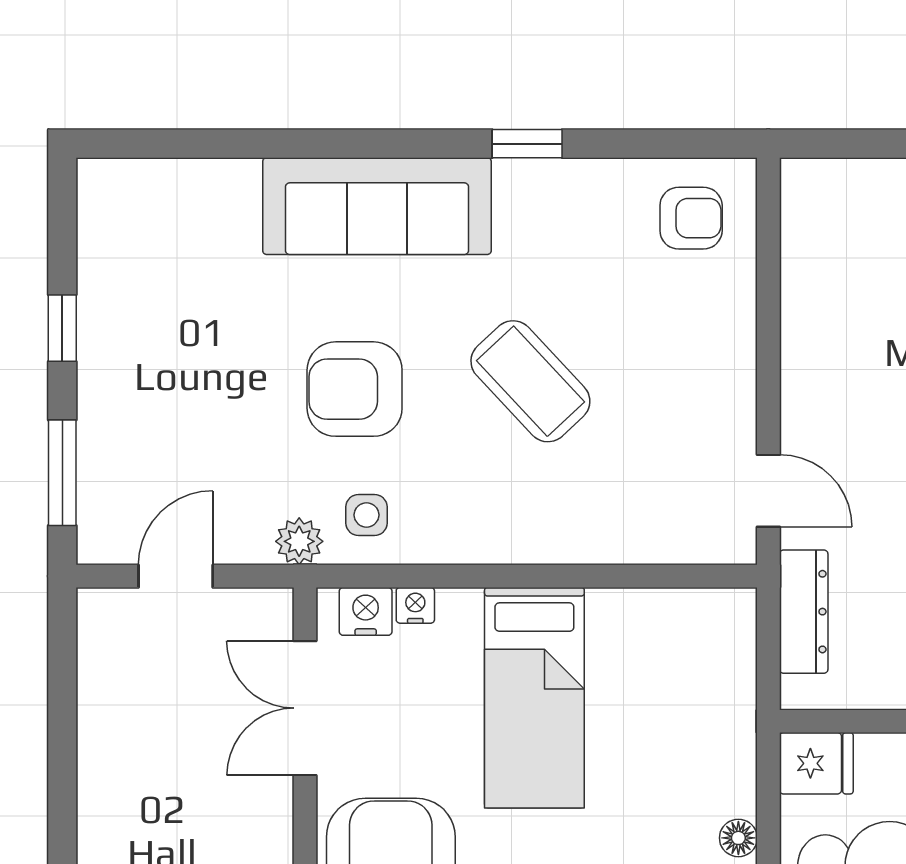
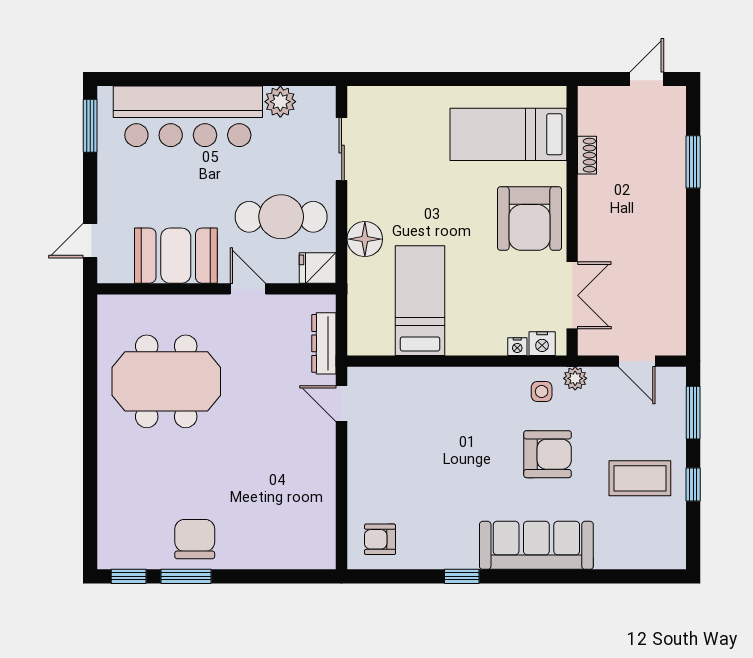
coffee table: (530, 381) -> (640, 478), moved, turned -47
door: (176, 576) -> (637, 361), hinge flipped
bed: (534, 698) -> (420, 301), moved
floor lamp: (738, 838) -> (365, 239), width x1.89, depth x1.89

